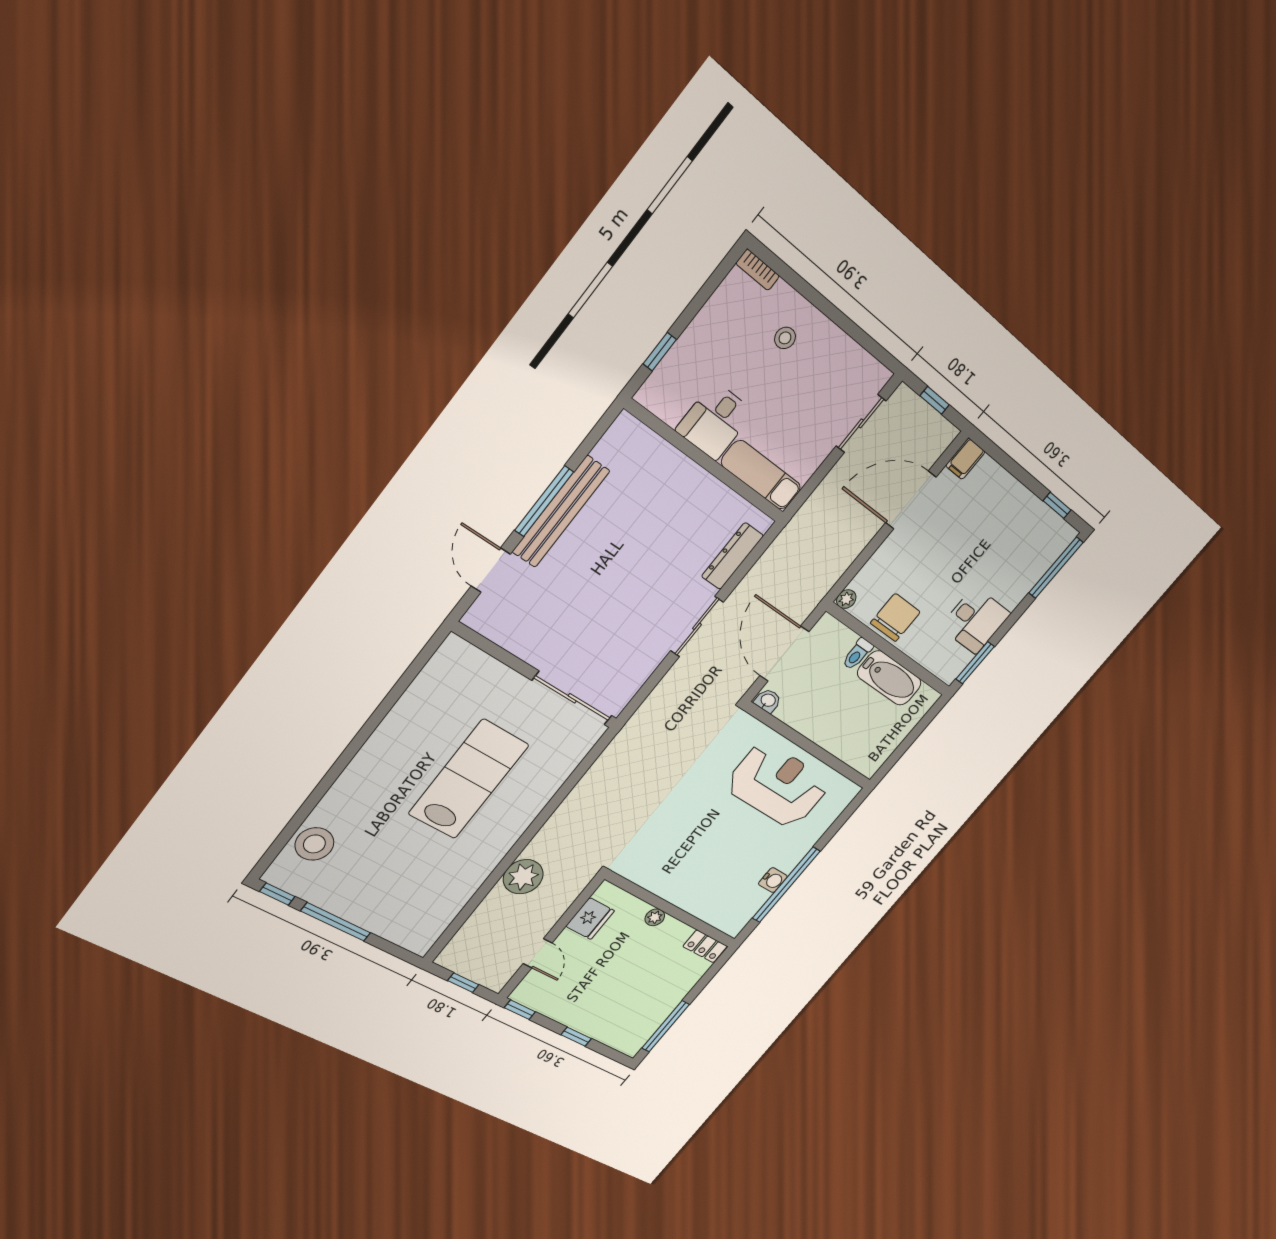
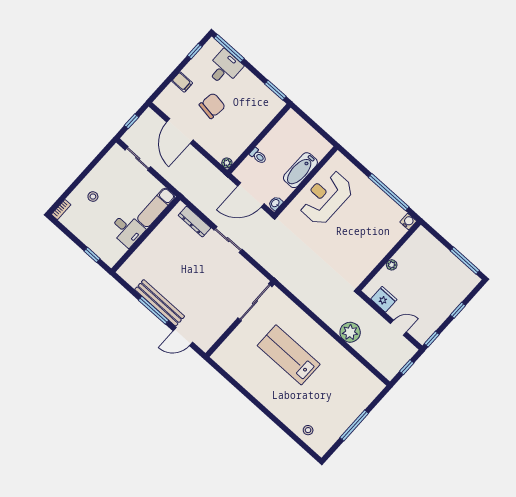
filing cabinet: (965, 459) -> (182, 82), moved
chair: (895, 617) -> (212, 106), moved, turned 98
desk: (975, 620) -> (224, 68), moved
bathtub: (889, 678) -> (300, 170), moved, turned 180
stool: (314, 844) -> (308, 430), width x0.53, depth x0.53
water cooler: (773, 880) -> (408, 222), moved
window: (277, 894) -> (332, 450), removed
locker: (705, 946) -> (417, 238), removed

